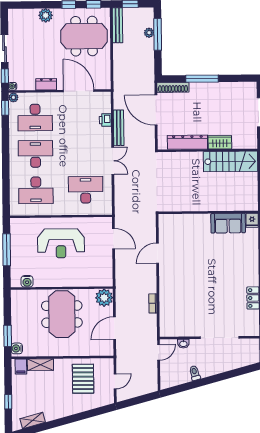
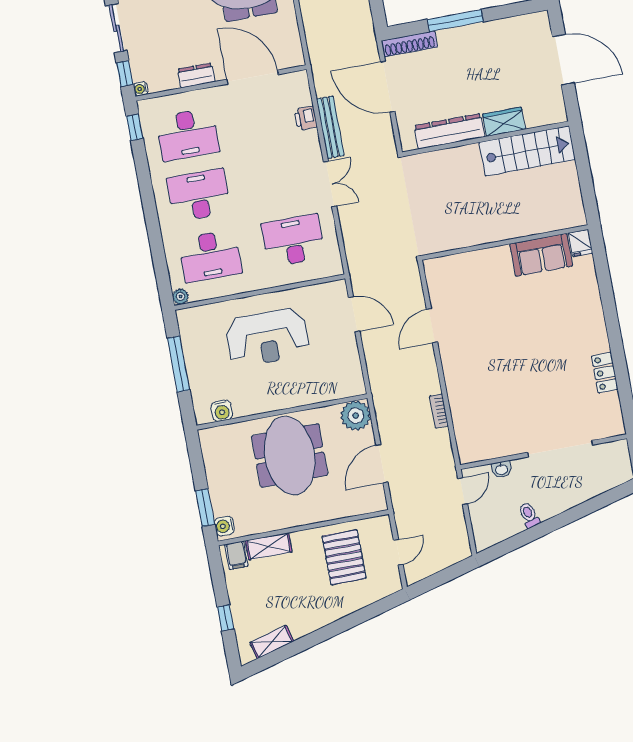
plant: (13, 97) -> (180, 297), moved

